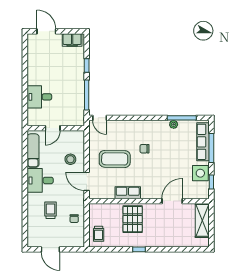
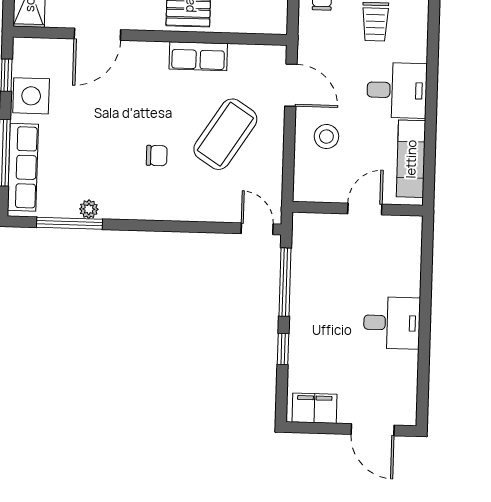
desk: (39, 97) -> (392, 323), moved
coffee table: (115, 159) -> (225, 134), turned -58

